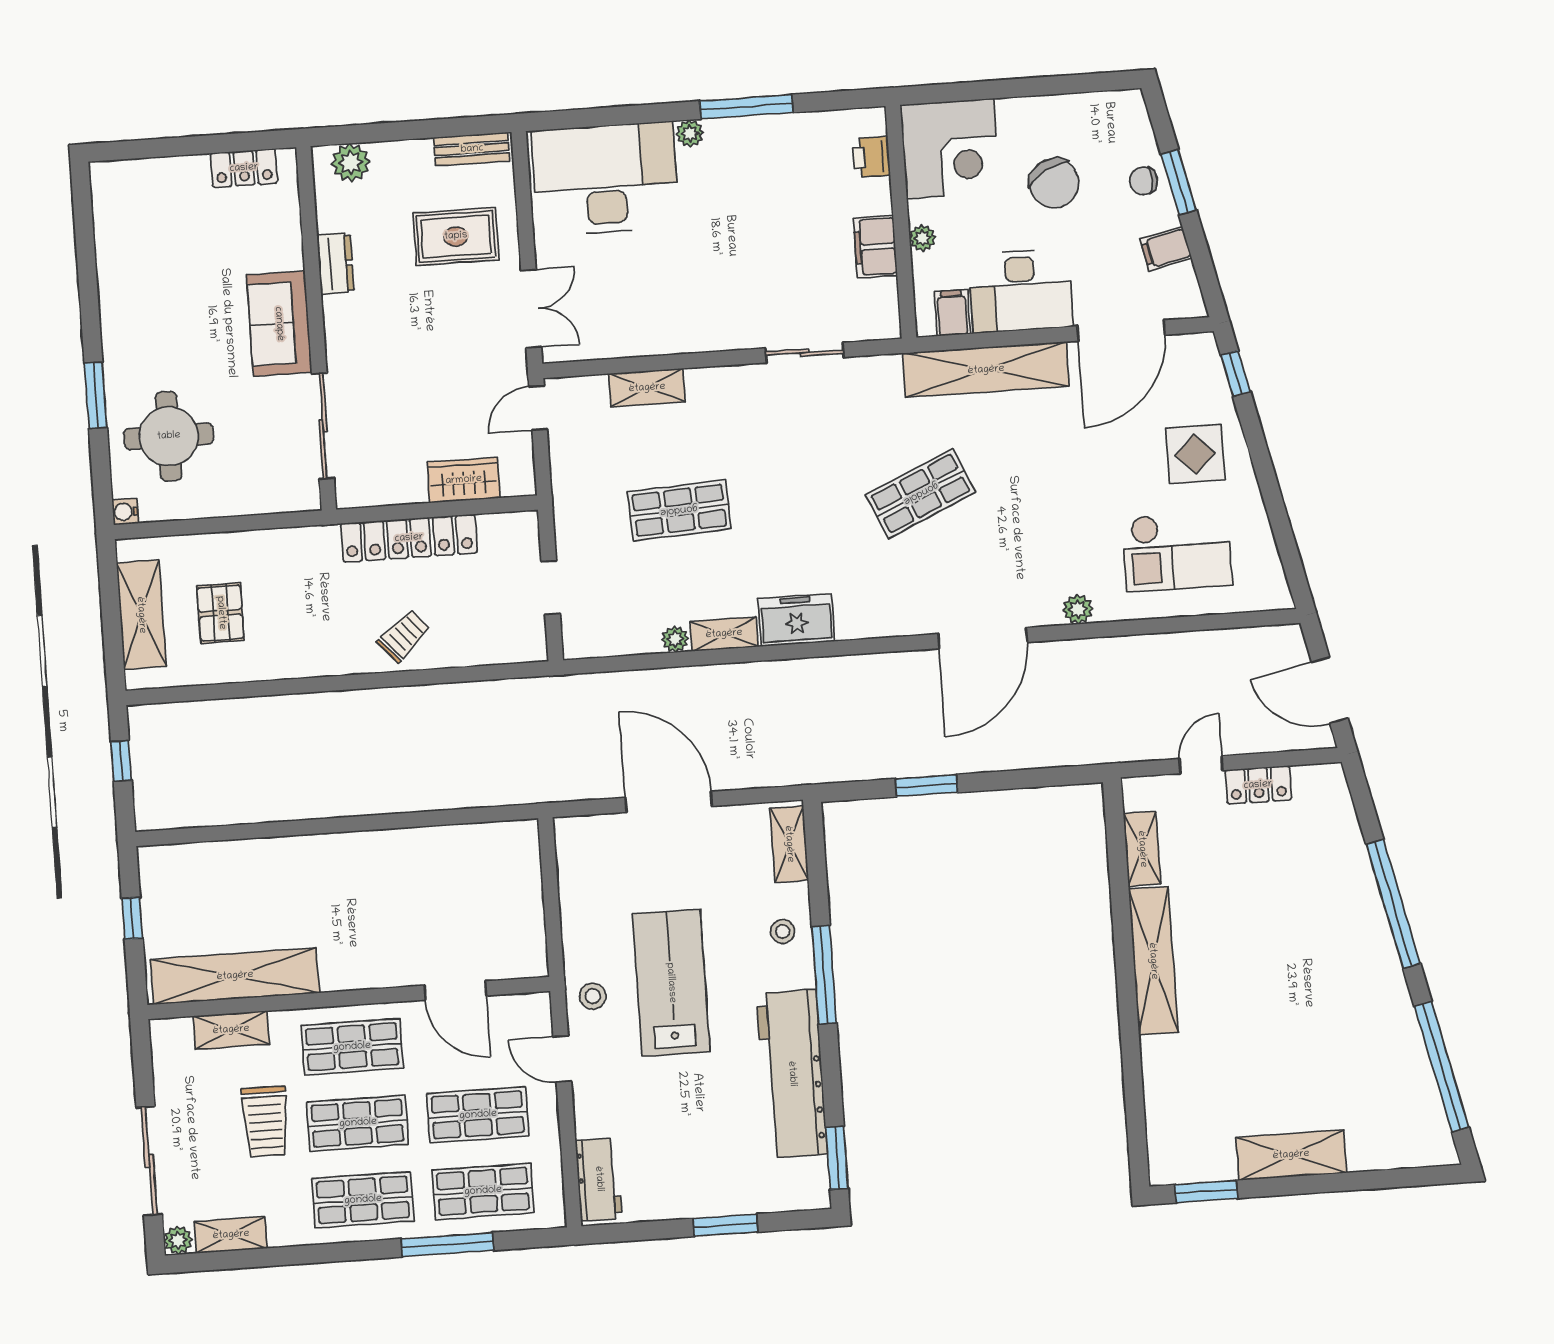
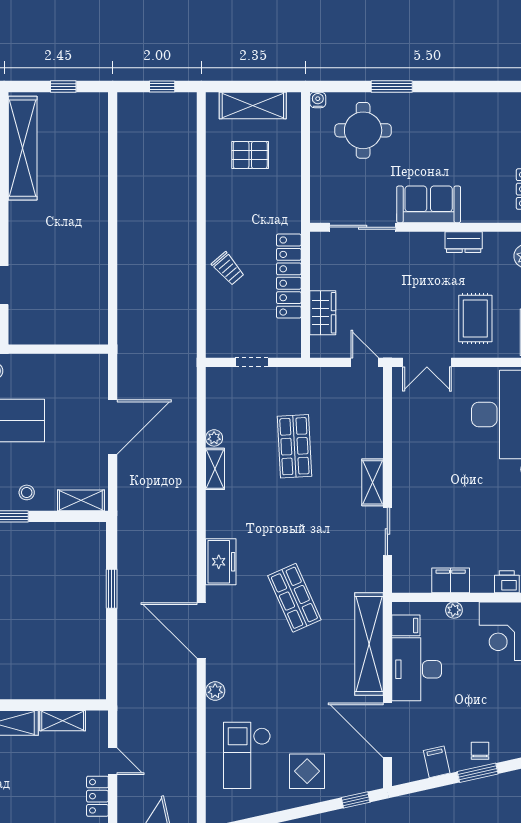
chair: (1054, 183) -> (483, 695), removed
shelving: (647, 388) -> (373, 482), moved
freezer: (796, 620) -> (221, 562), moved

